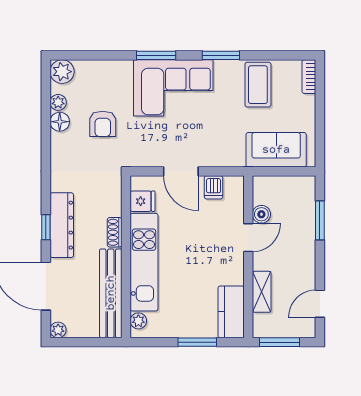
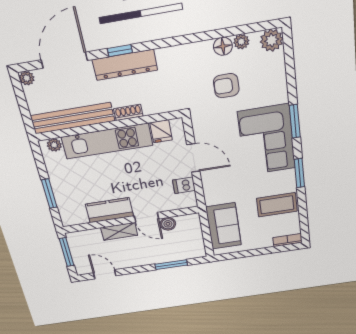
door: (181, 171) -> (193, 158), swing flipped
shelving: (262, 292) -> (119, 231), moved
kitchen counter: (231, 312) -> (109, 210), moved

